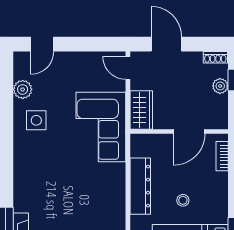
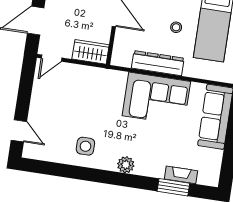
plant: (23, 89) -> (126, 165), moved
corner sofa: (101, 127) -> (156, 99), moved

